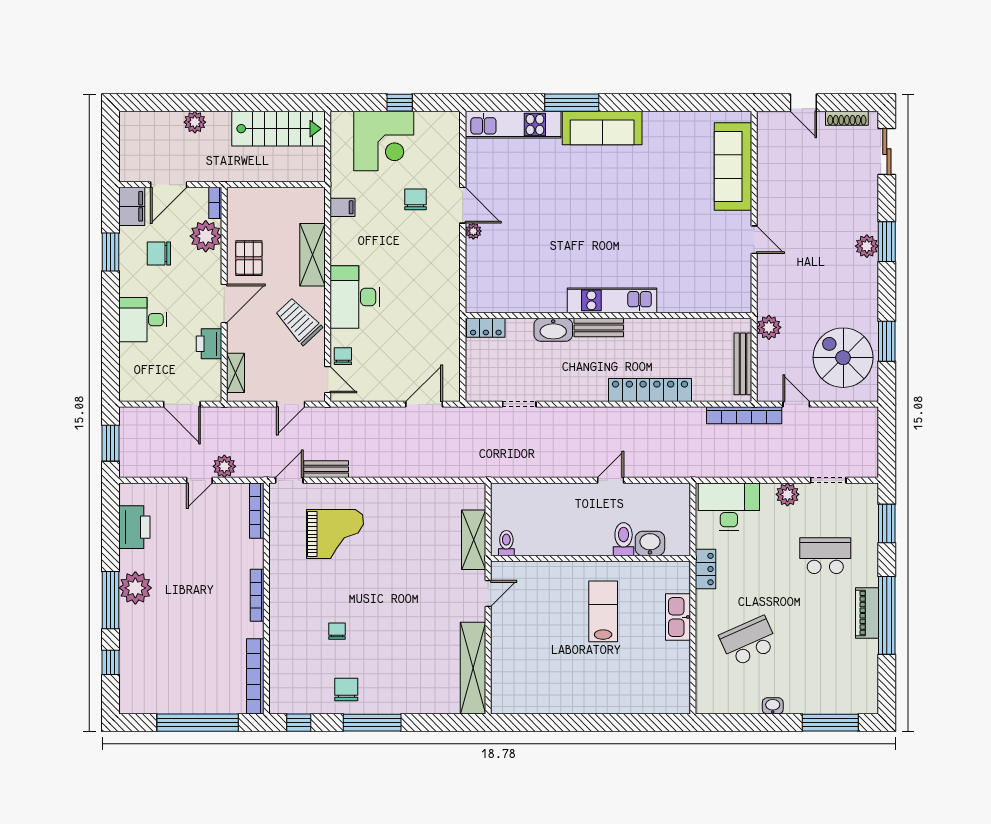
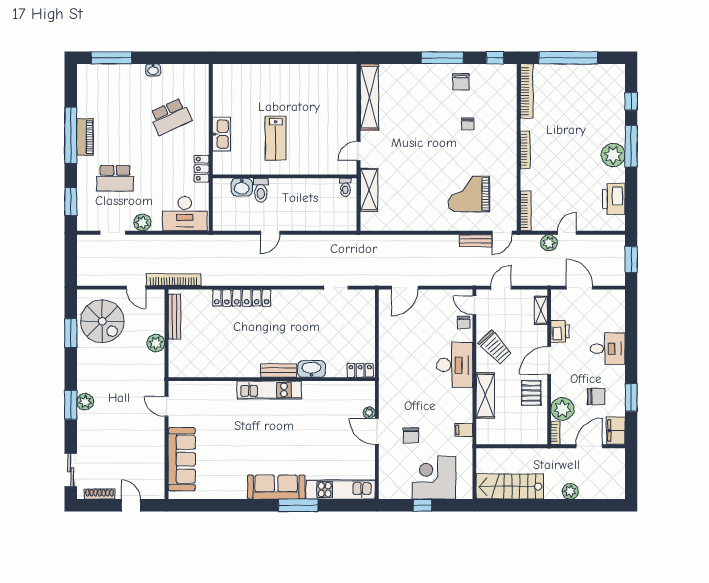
kitchen unit: (612, 300) -> (269, 390), moved
wall: (608, 316) -> (272, 379), moved
bench: (599, 327) -> (279, 370), moved
locker: (486, 328) -> (360, 370), moved
washbasin: (553, 330) -> (312, 369), moved

